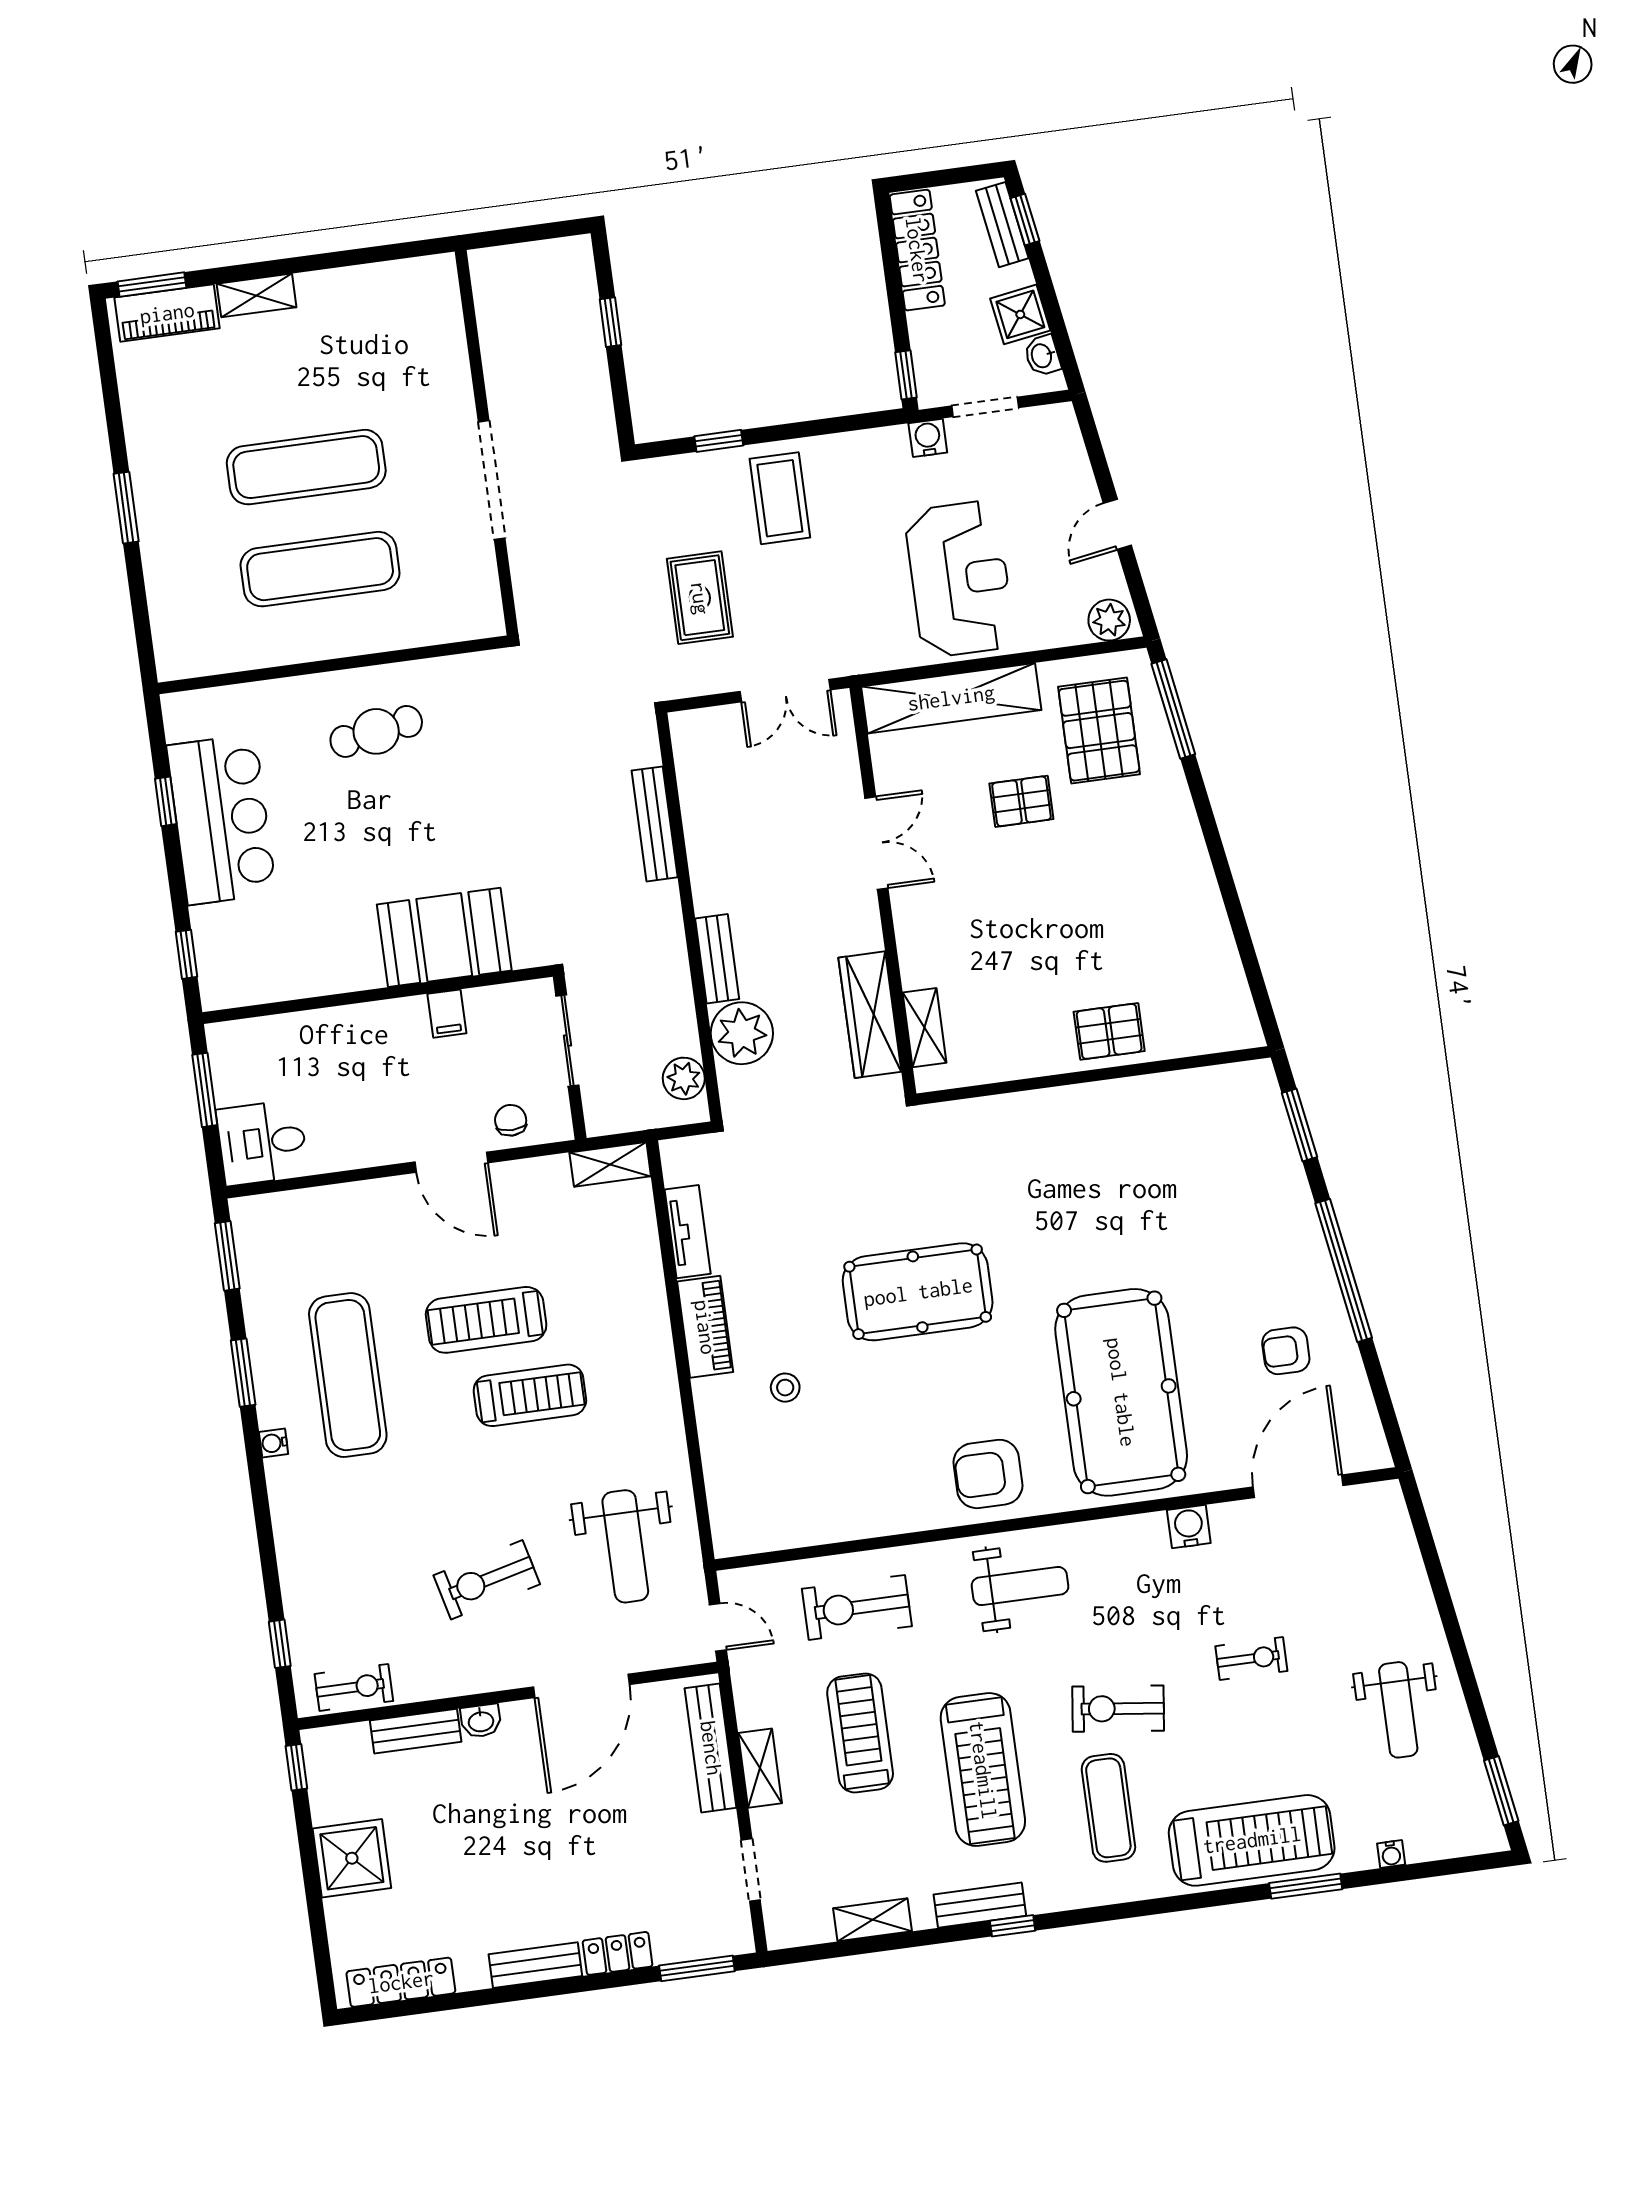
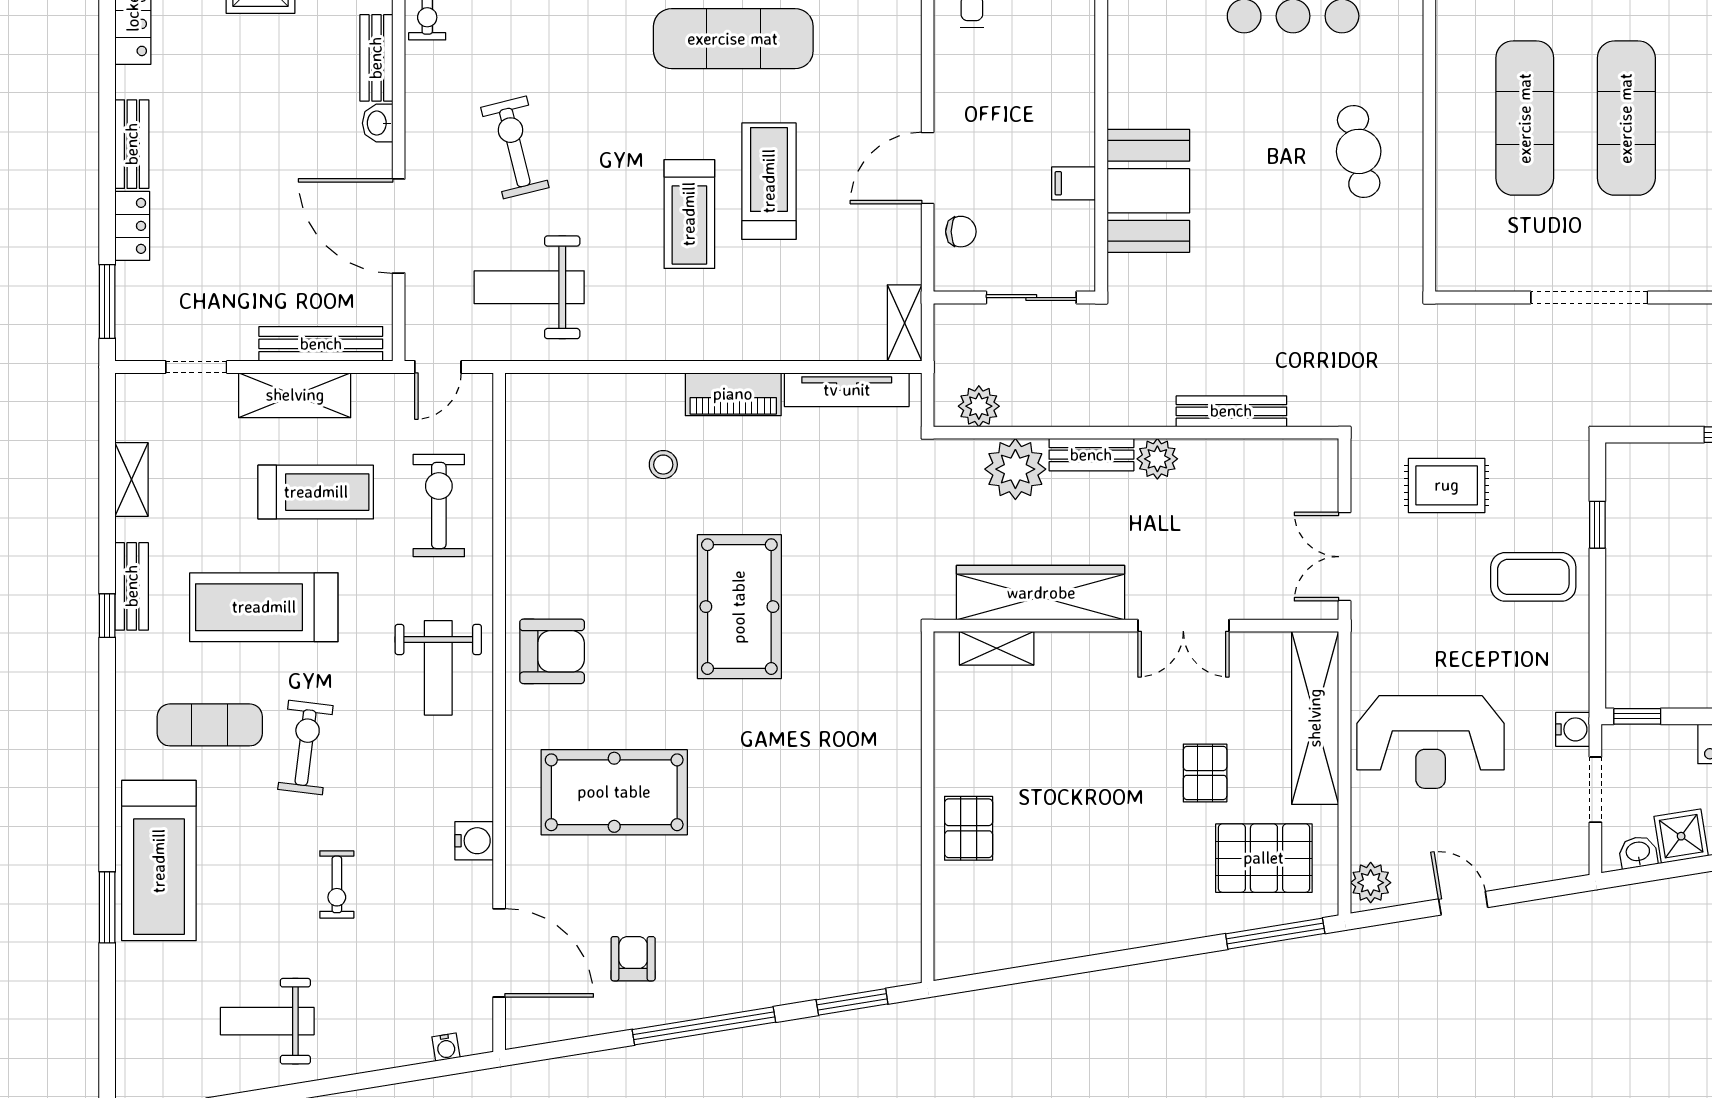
plant: (712, 892) -> (1157, 459), added
wardrobe: (870, 1015) -> (1041, 593), width x1.40, depth x1.17
tv unit: (688, 1232) -> (847, 390), width x1.41
pool table: (1121, 1392) -> (614, 792), width x0.73, depth x0.76
armchair: (988, 1474) -> (552, 651), turned 90
shelving: (760, 1768) -> (295, 395), width x1.50, depth x1.33
water cooler: (1391, 1854) -> (446, 1047), moved, turned -99

